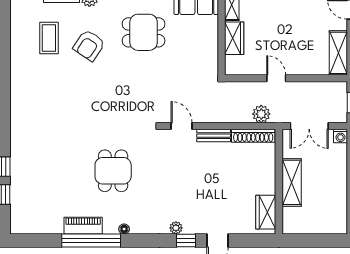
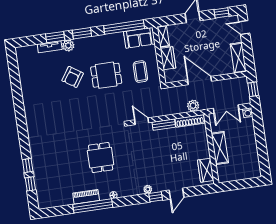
dining table: (144, 32) -> (106, 75), moved
coffee table: (49, 38) -> (140, 72), moved
door: (276, 78) -> (200, 81), width x1.88

